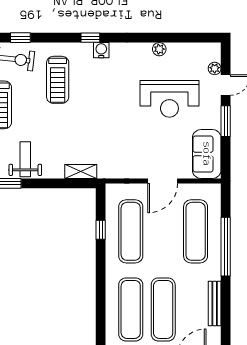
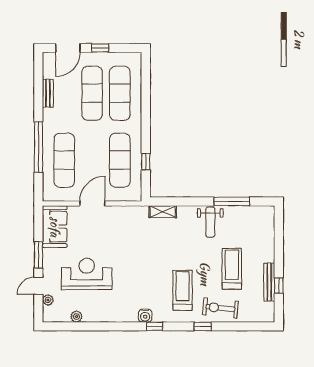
window: (20, 38) -> (203, 326), moved
plant: (159, 49) -> (76, 317), moved
bench: (215, 304) -> (48, 93), width x0.73

